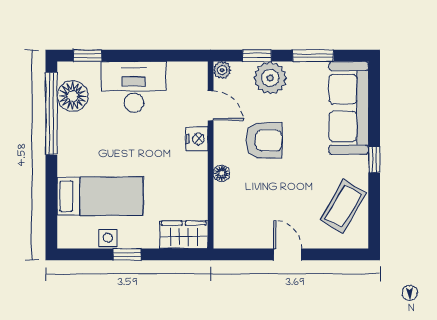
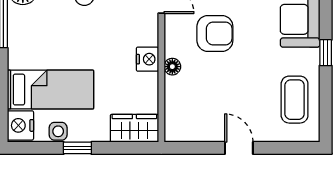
nightstand: (197, 139) -> (147, 59), moved
coffee table: (343, 206) -> (295, 100), turned -30
nightstand: (70, 232) -> (20, 125), added

